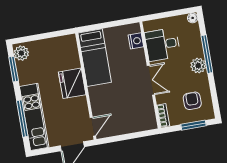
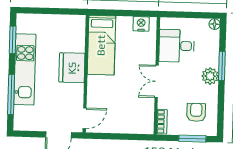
nightstand: (136, 41) -> (141, 24), moved, turned -90
plant: (21, 53) -> (24, 24), removed
window: (207, 54) -> (222, 66), width x0.69
double door: (151, 80) -> (157, 81), swing flipped
kitchen unit: (34, 117) -> (25, 69), moved

